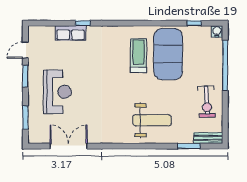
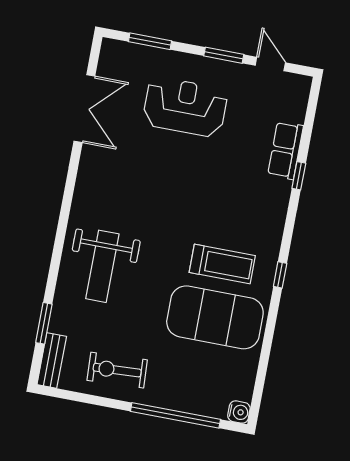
window: (194, 23) -> (280, 275), moved
reception desk: (57, 92) -> (185, 107), turned 180

